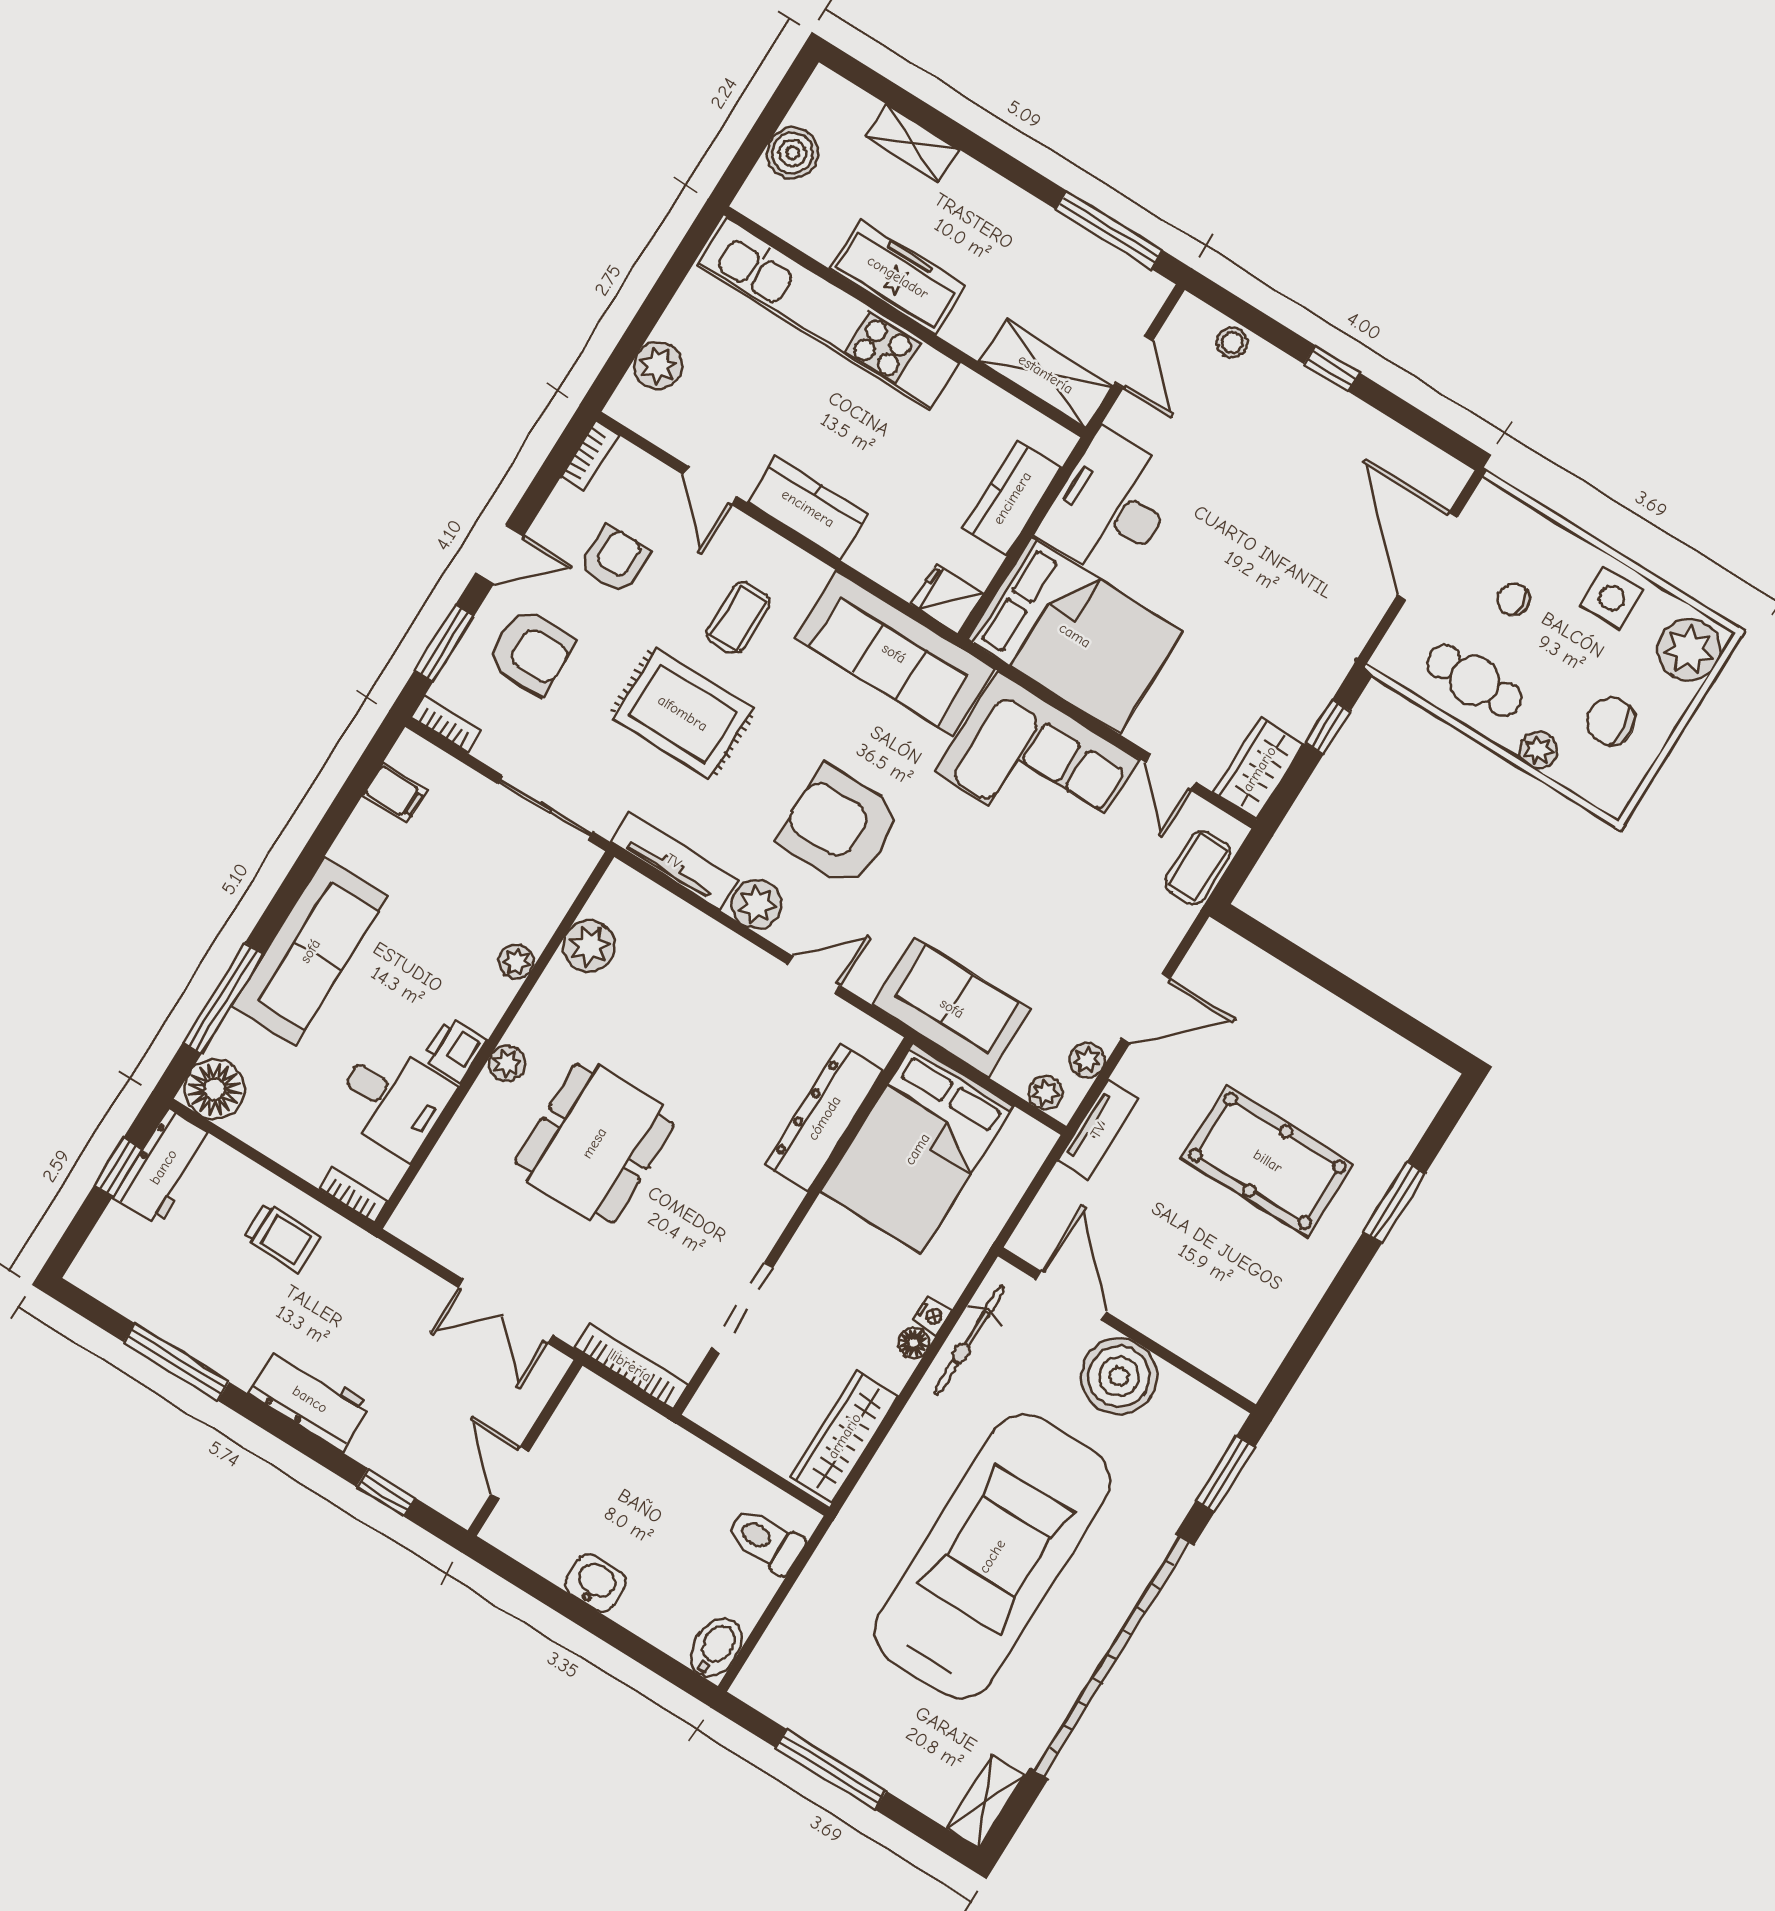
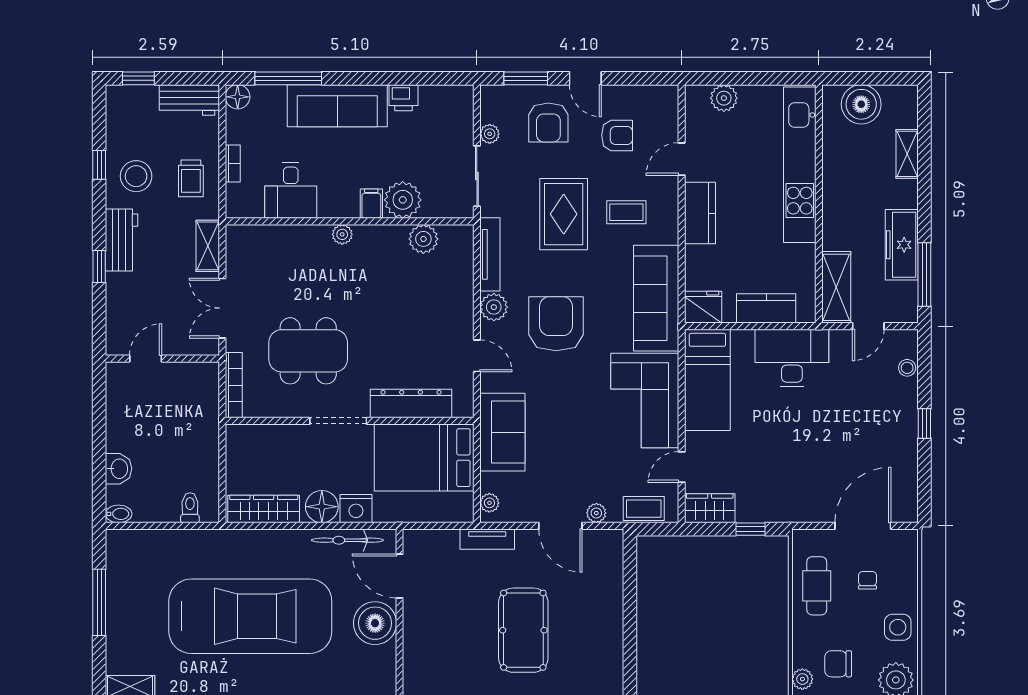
boiler: (792, 153) -> (861, 104), width x1.37, depth x1.37
freezer: (898, 277) -> (902, 245), moved, turned 180
bookcase: (590, 456) -> (660, 92), removed
fridge: (947, 599) -> (703, 307), width x1.38
bed: (1075, 635) -> (707, 380), width x0.67
chair: (1611, 721) -> (838, 664), turned -85
bookcase: (446, 724) -> (487, 103), removed
plant: (494, 749) -> (490, 134), added
plant: (1538, 750) -> (802, 679), moved
filing cabinet: (395, 792) -> (371, 204), moved, turned 180
plant: (516, 962) -> (403, 200), width x1.87, depth x1.87
printer: (455, 1050) -> (403, 98), moved, turned 180
plant: (1087, 1060) -> (596, 513), moved
floor lamp: (215, 1089) -> (238, 97), width x0.73, depth x0.73
dining table: (594, 1143) -> (308, 351), moved
window: (118, 1167) -> (138, 78), moved
bookcase: (353, 1195) -> (233, 163), moved
shelving: (399, 1275) -> (208, 246), added
door: (1071, 1296) -> (400, 576), swing flipped
doorway: (742, 1308) -> (338, 421), moved
nightstand: (932, 1315) -> (356, 509), width x1.89, depth x1.79
stool: (228, 1317) -> (136, 176), added
floor lamp: (913, 1343) -> (322, 507), width x1.89, depth x1.89
window: (176, 1362) -> (99, 165), width x0.46
window: (386, 1492) -> (99, 267), moved
toilet: (765, 1540) -> (190, 508), width x0.73, depth x0.72
washbasin: (595, 1583) -> (119, 469), moved
bidet: (716, 1648) -> (119, 514), width x0.72, depth x0.74

